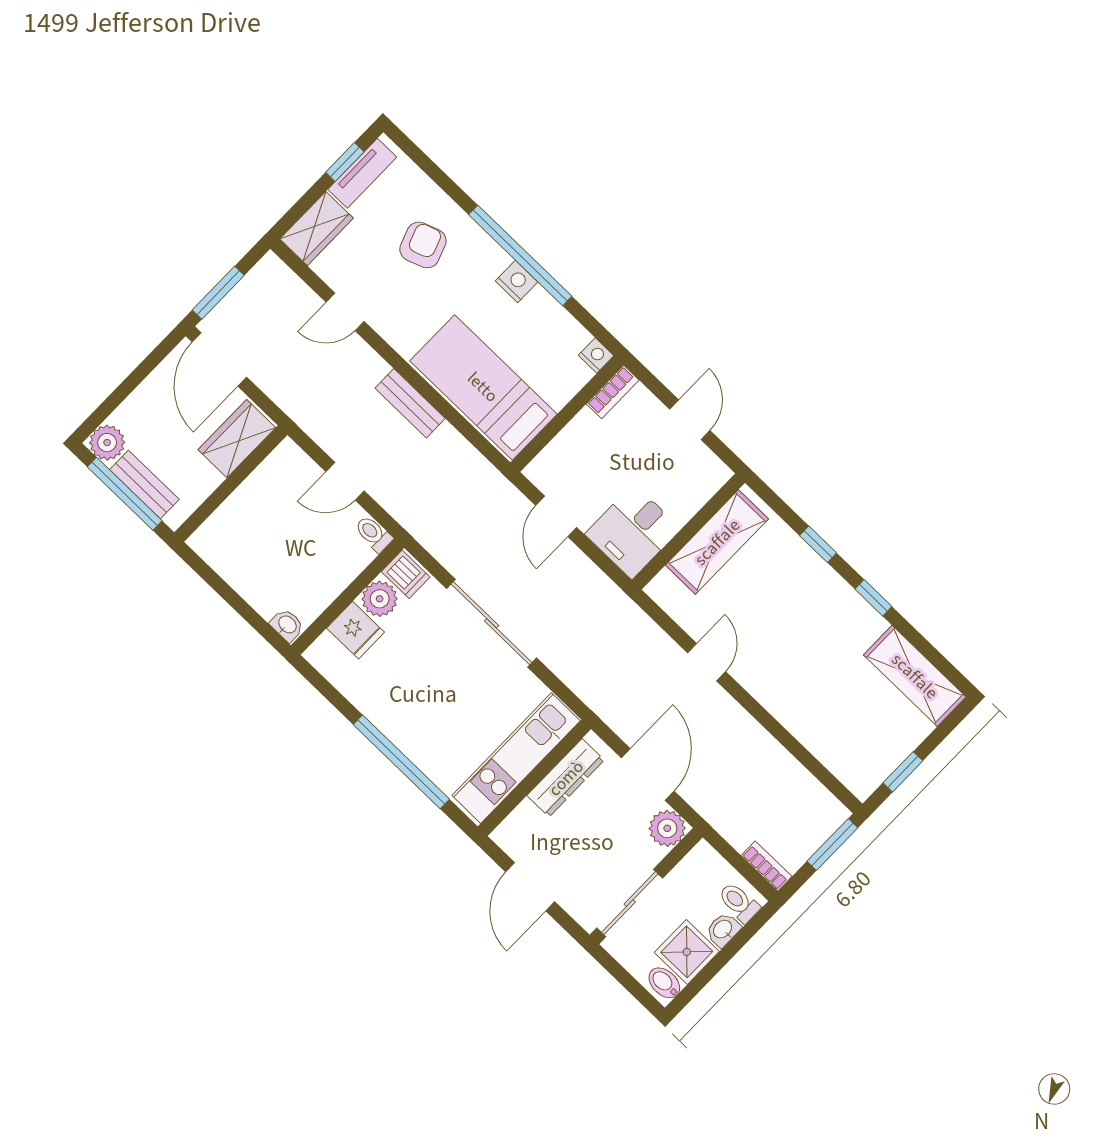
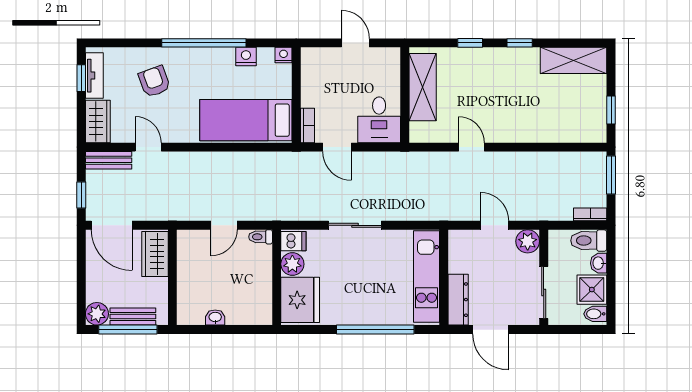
nightstand: (517, 282) -> (246, 57), moved
window: (218, 293) -> (81, 195), width x0.67
door: (345, 312) -> (148, 147), swing flipped
bookcase: (613, 392) -> (307, 125), moved
bench: (410, 403) -> (109, 160), moved
sliding door: (492, 623) -> (355, 225), width x0.73
washbasin: (287, 625) -> (215, 317), moved
fridge: (356, 630) -> (300, 300), width x1.88, depth x1.34
door: (648, 775) -> (495, 225), width x0.73
dresser: (566, 778) -> (458, 300), moved
toilet: (739, 902) -> (589, 241), width x1.37, depth x1.39

